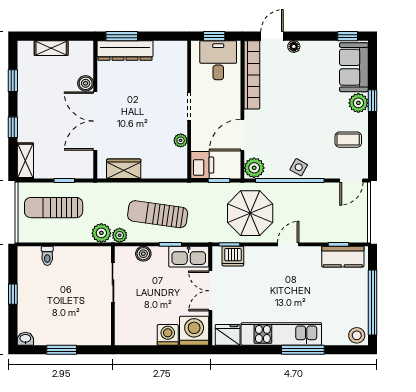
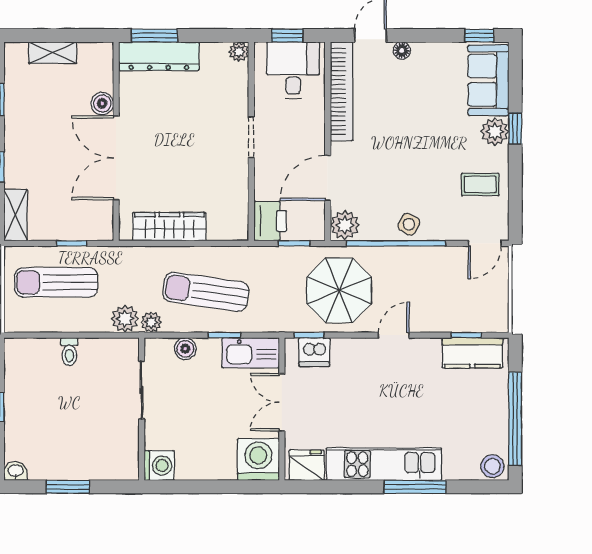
plant: (181, 140) -> (239, 52), moved
wardrobe: (124, 169) -> (169, 227), width x1.50
toilet: (47, 256) -> (69, 352), moved
washing machine: (168, 335) -> (159, 466), moved, turned 90

